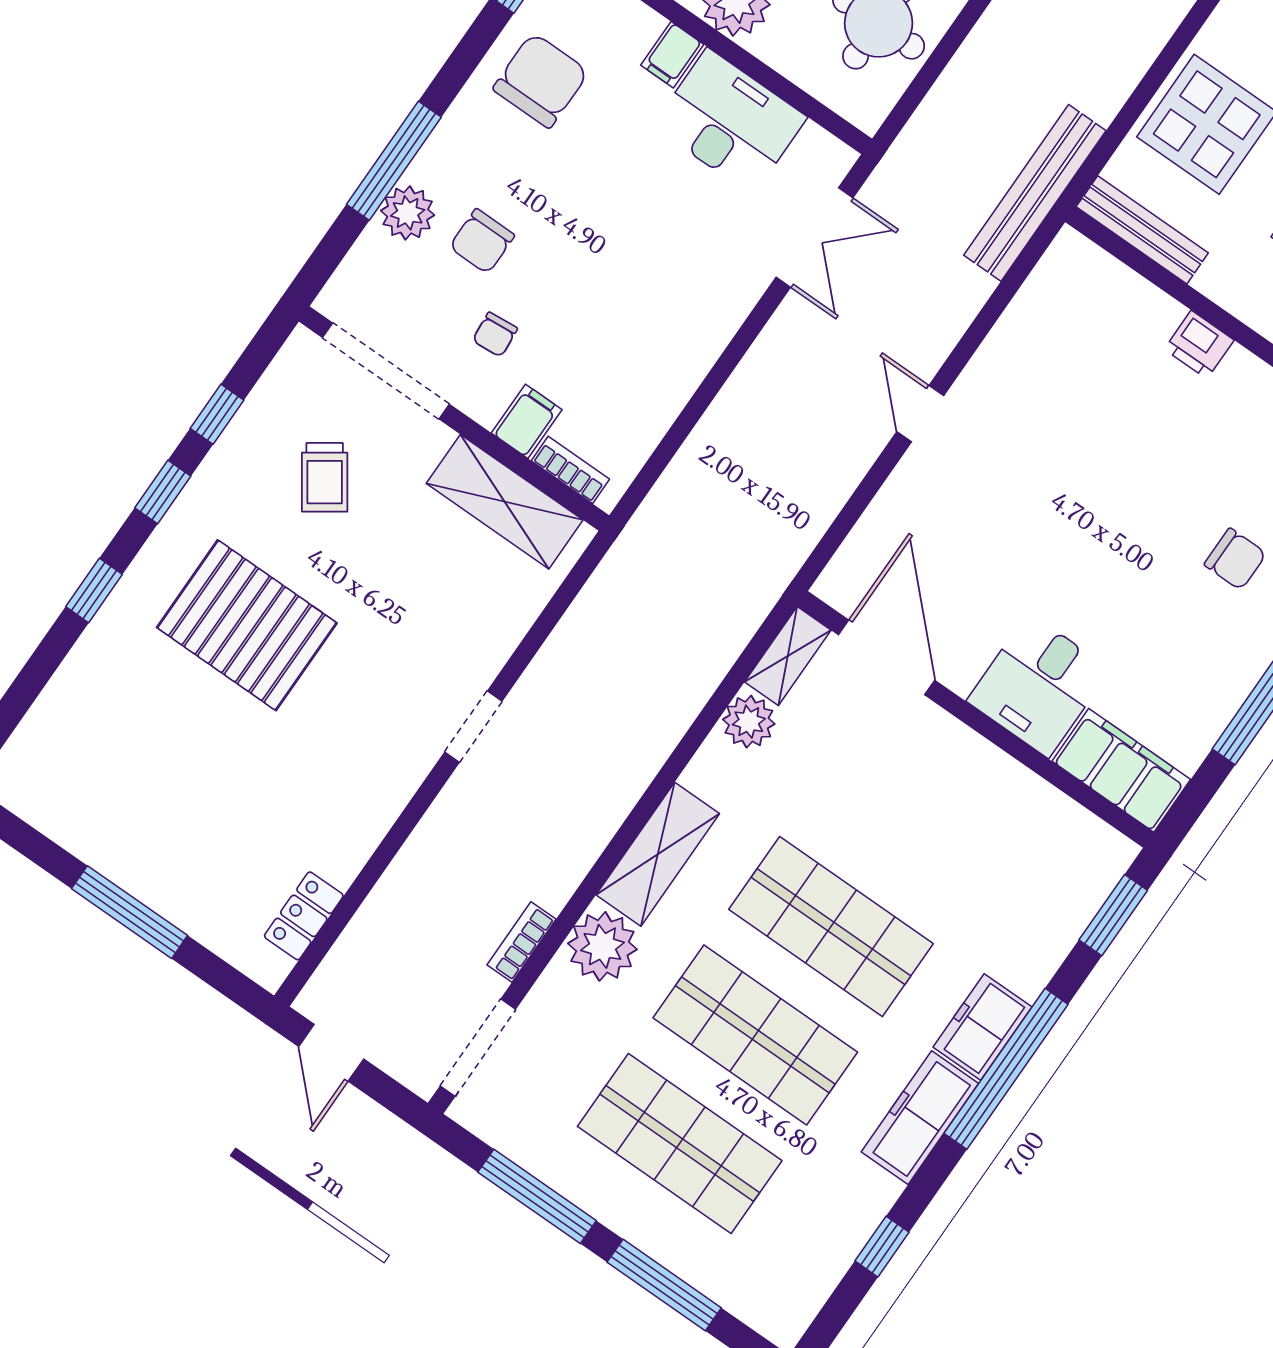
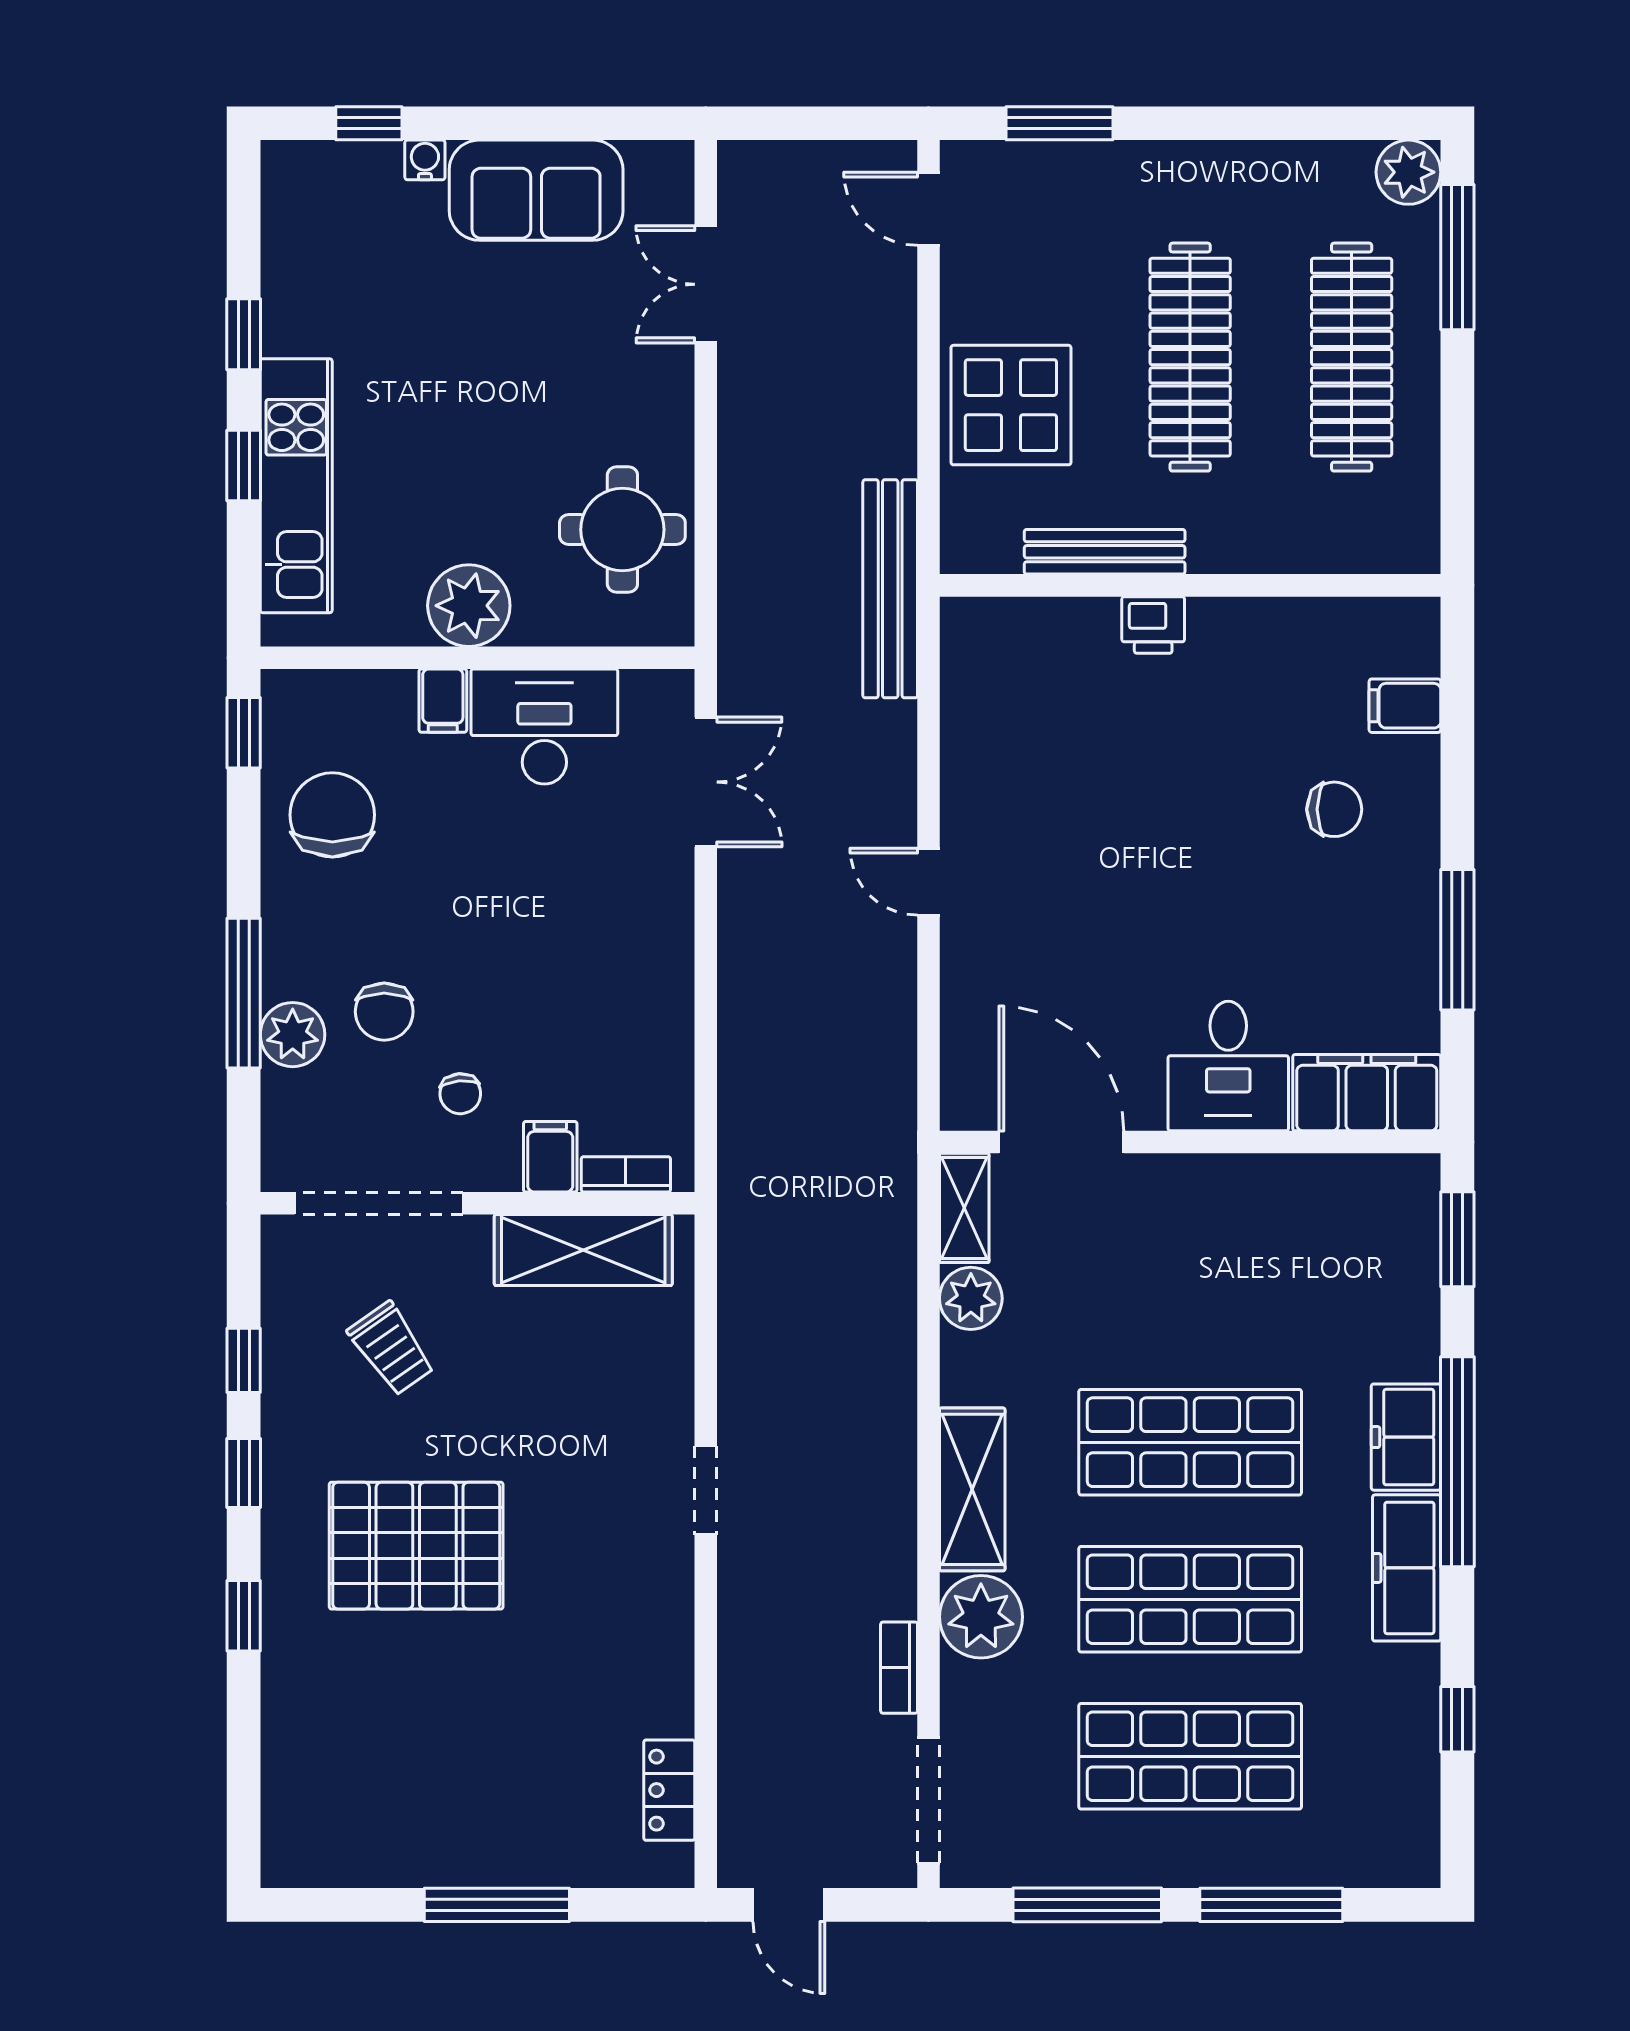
bench: (1142, 230) -> (1105, 552), moved

